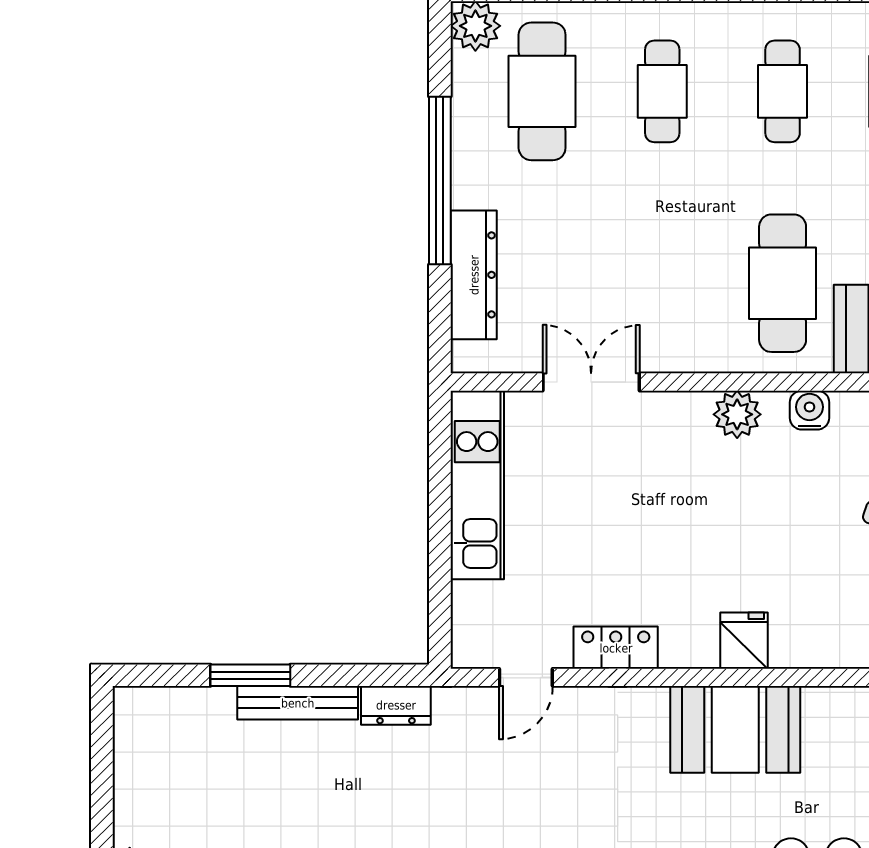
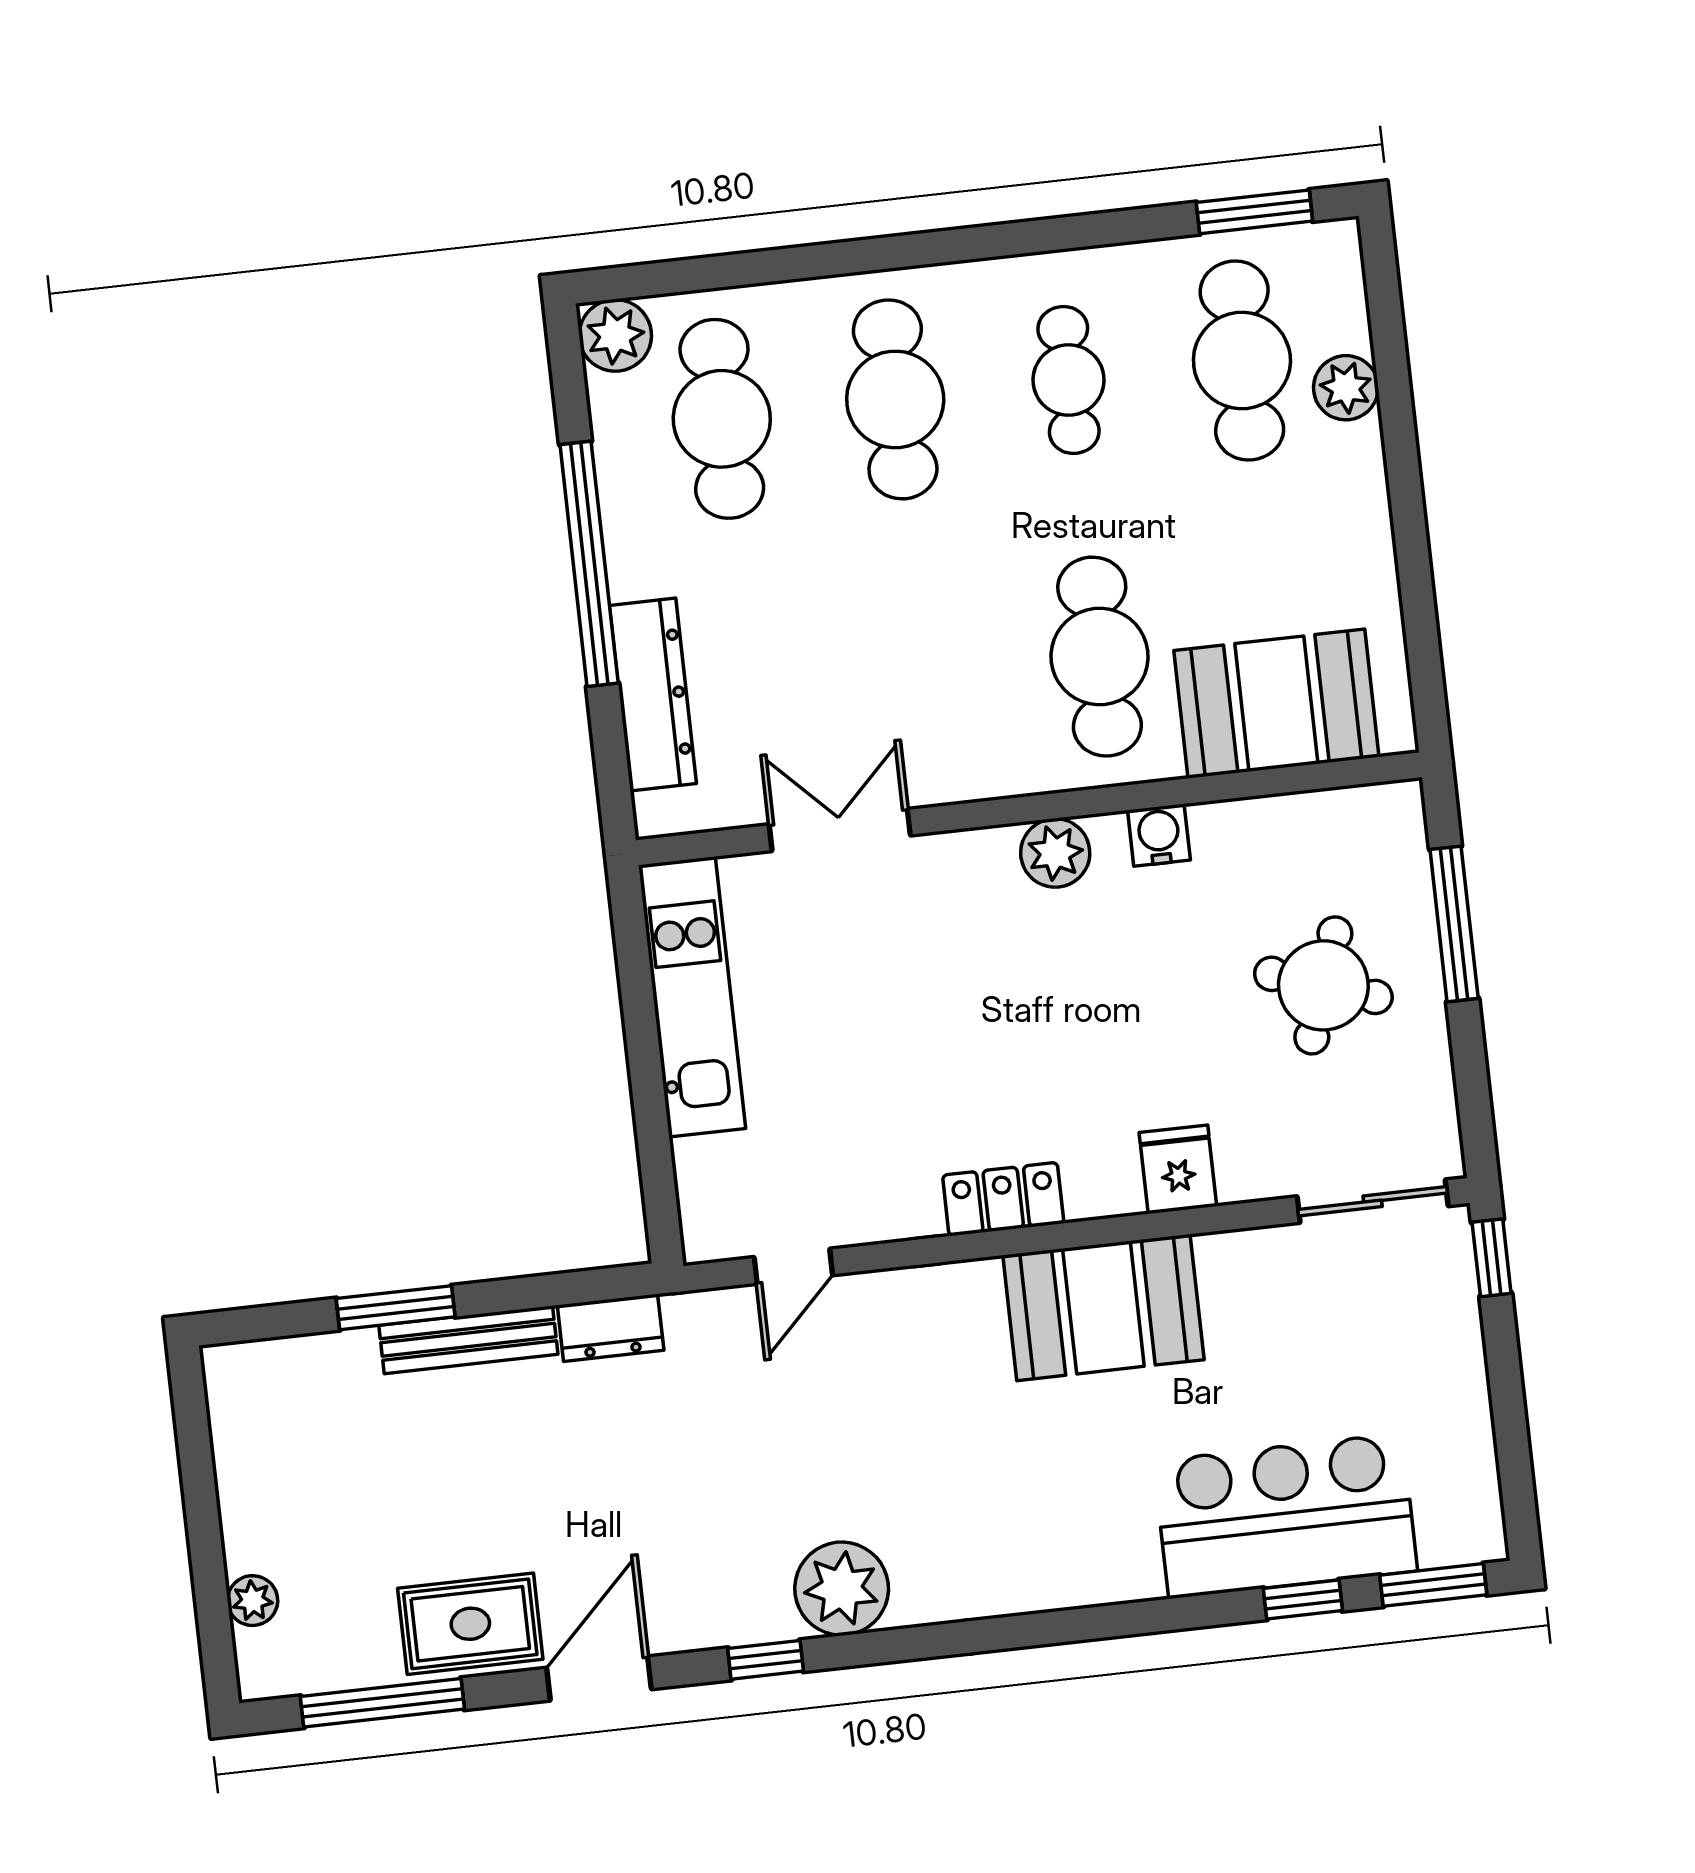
cafe table: (662, 91) -> (895, 399), width x1.37, depth x1.35
fridge: (744, 641) -> (1178, 1169), moved
locker: (616, 648) -> (1003, 1199), moved

